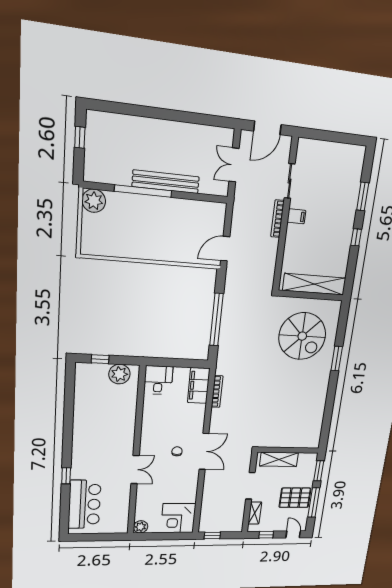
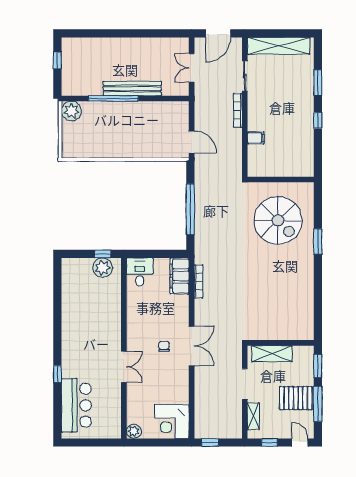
filing cabinet: (296, 216) -> (256, 138), moved
door: (225, 249) -> (192, 142), swing flipped
shelving: (314, 284) -> (279, 46), moved
window: (100, 359) -> (103, 254), moved

